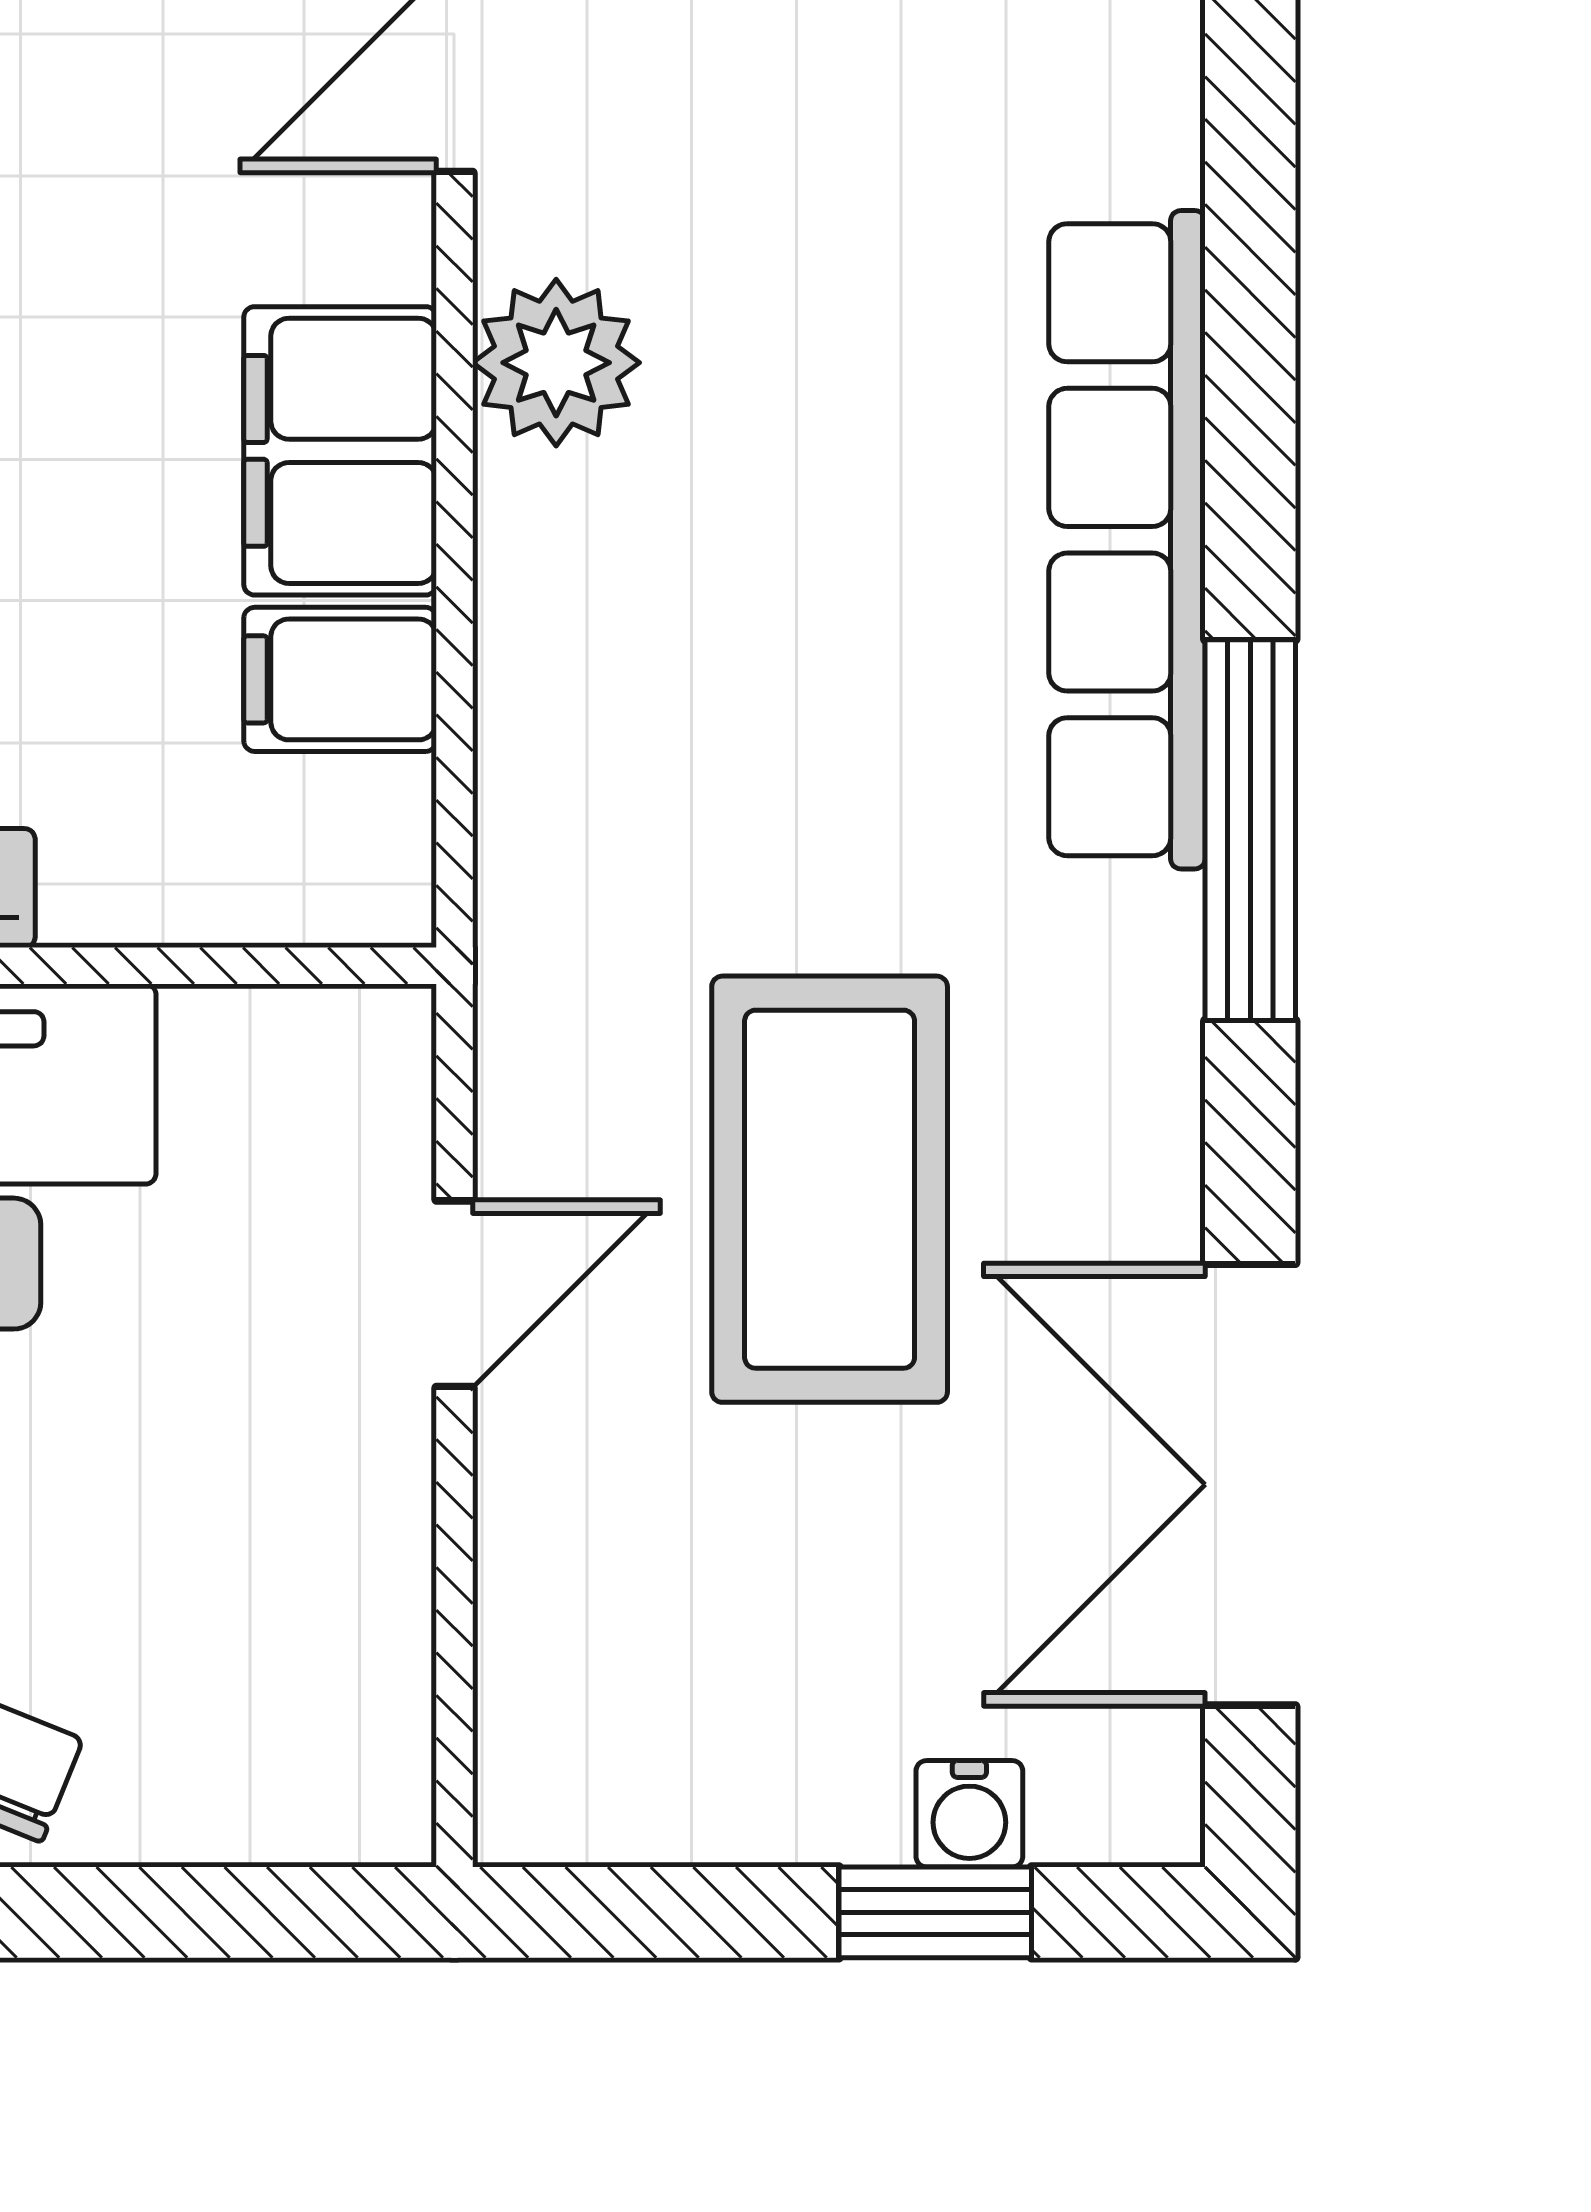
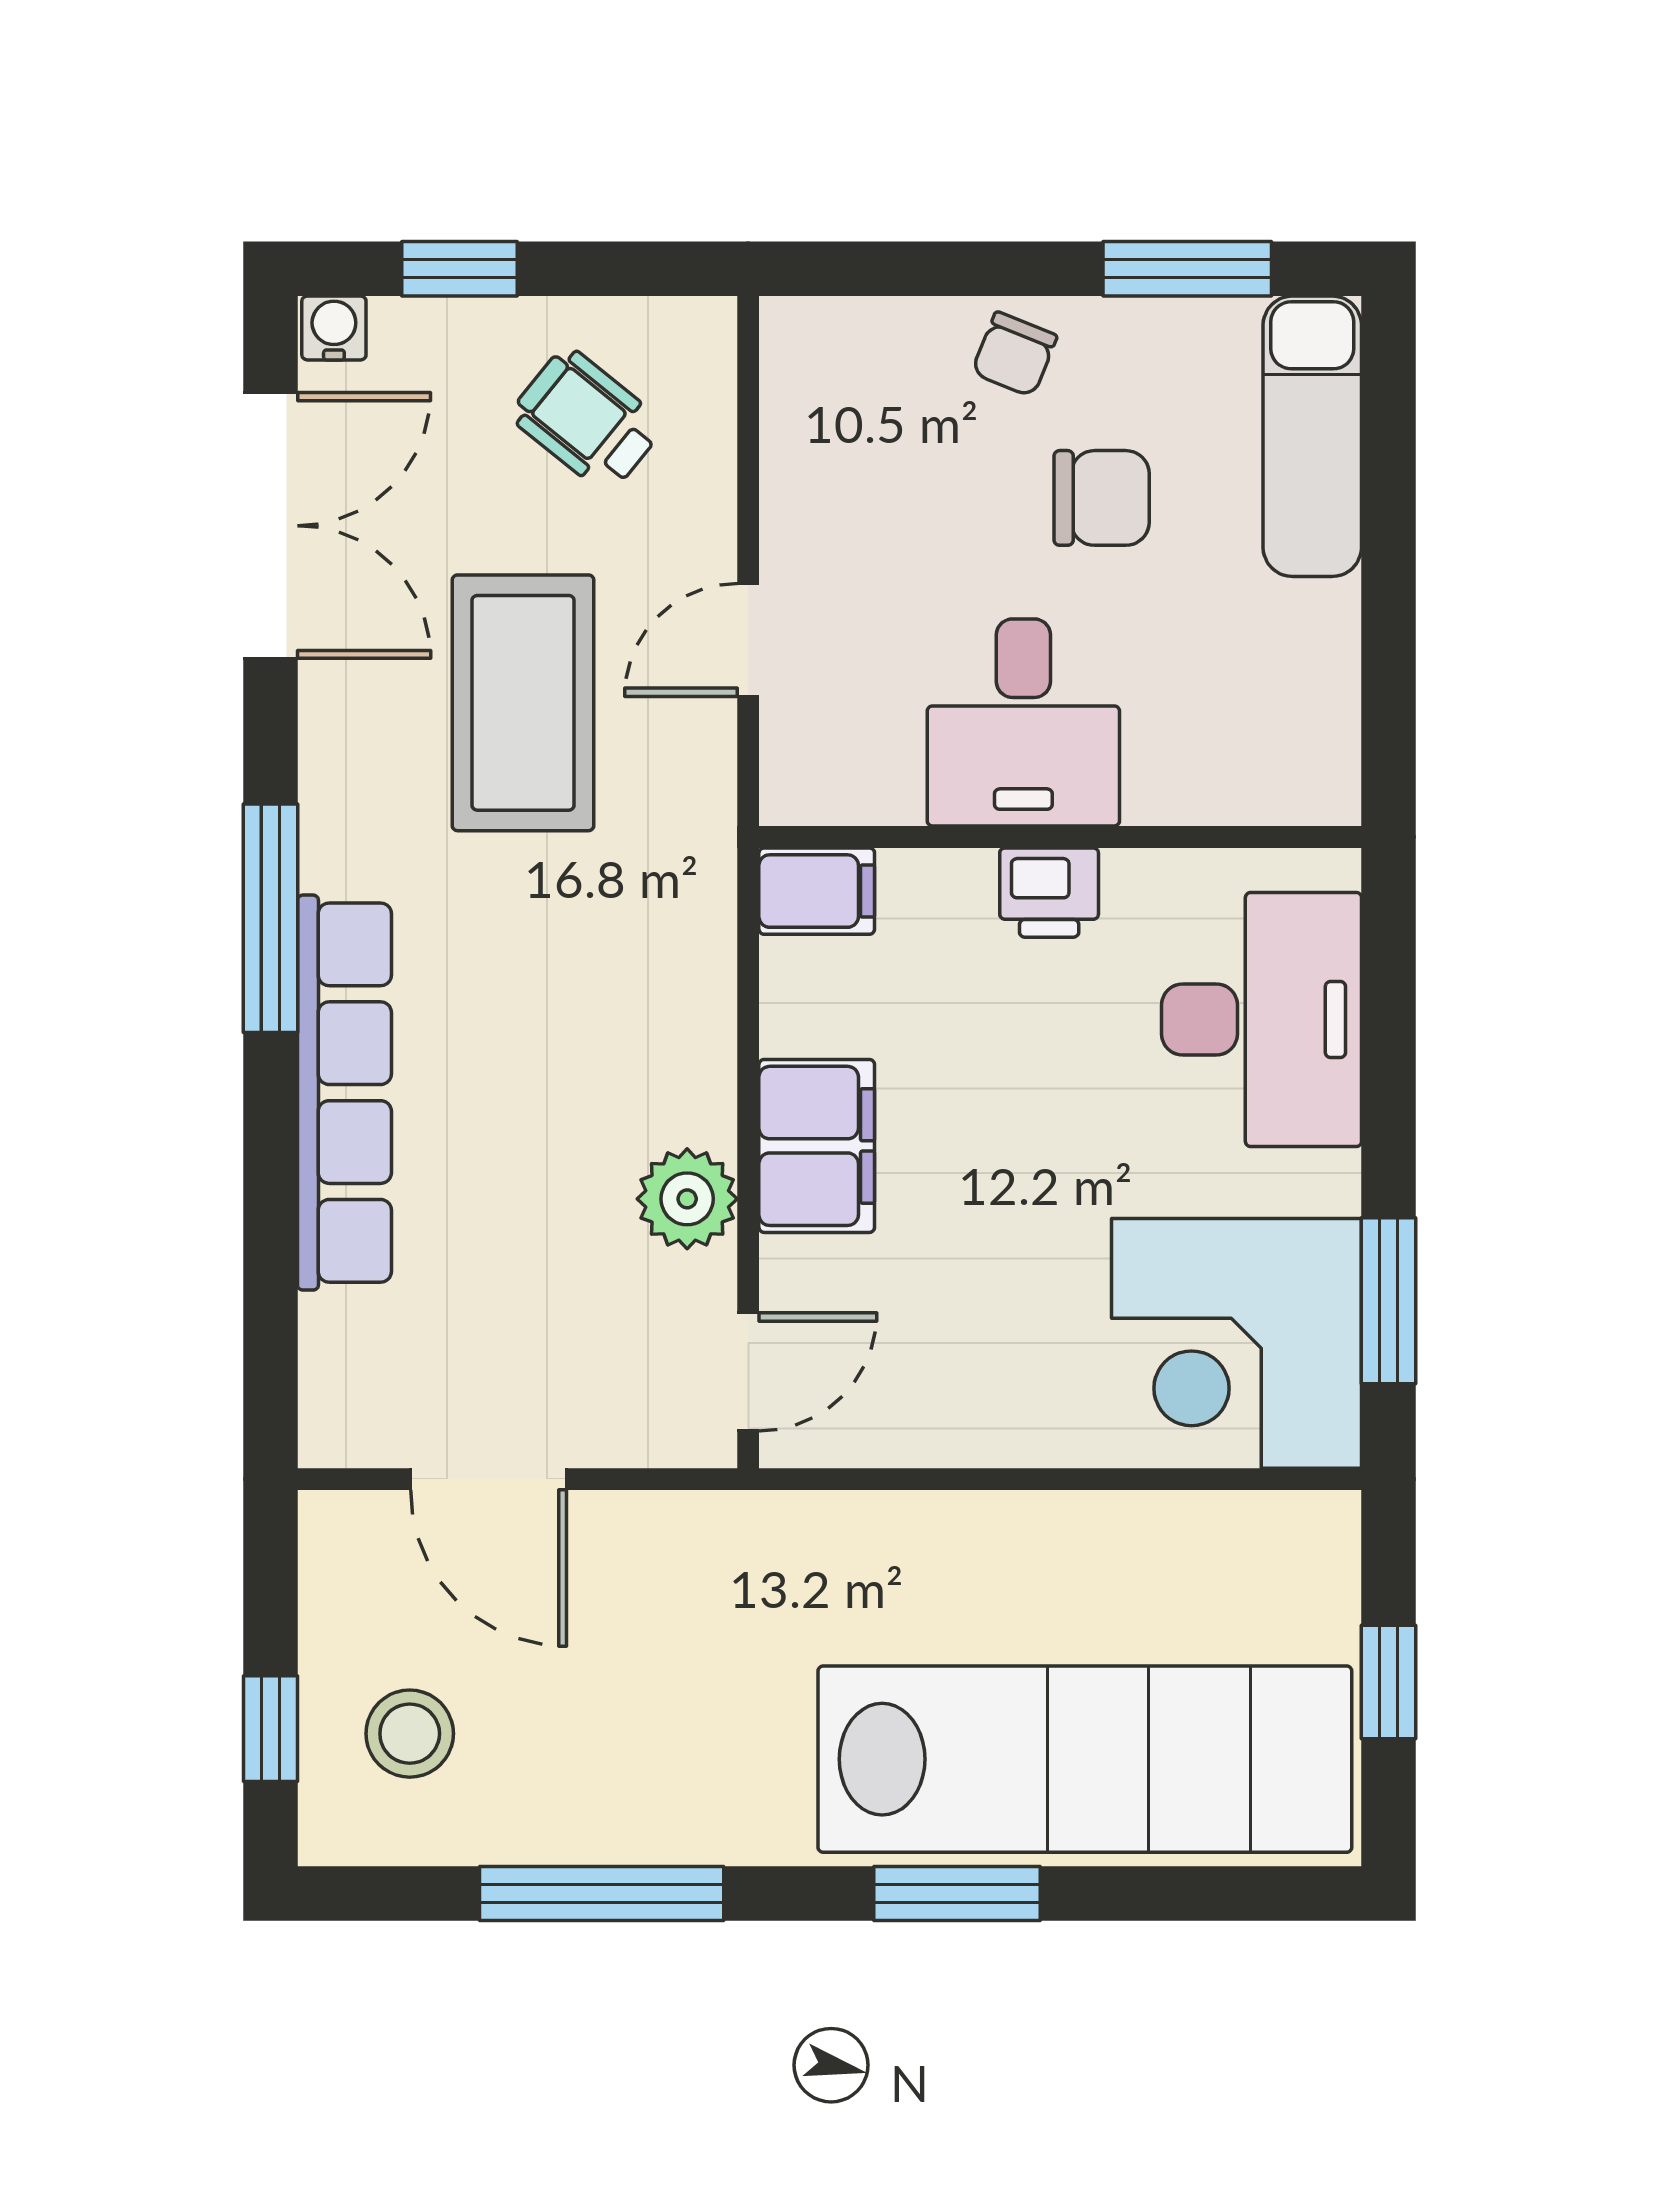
filing cabinet: (340, 679) -> (817, 891), moved
wheelchair: (723, 1660) -> (587, 420), added
water cooler: (969, 1814) -> (334, 328), moved

